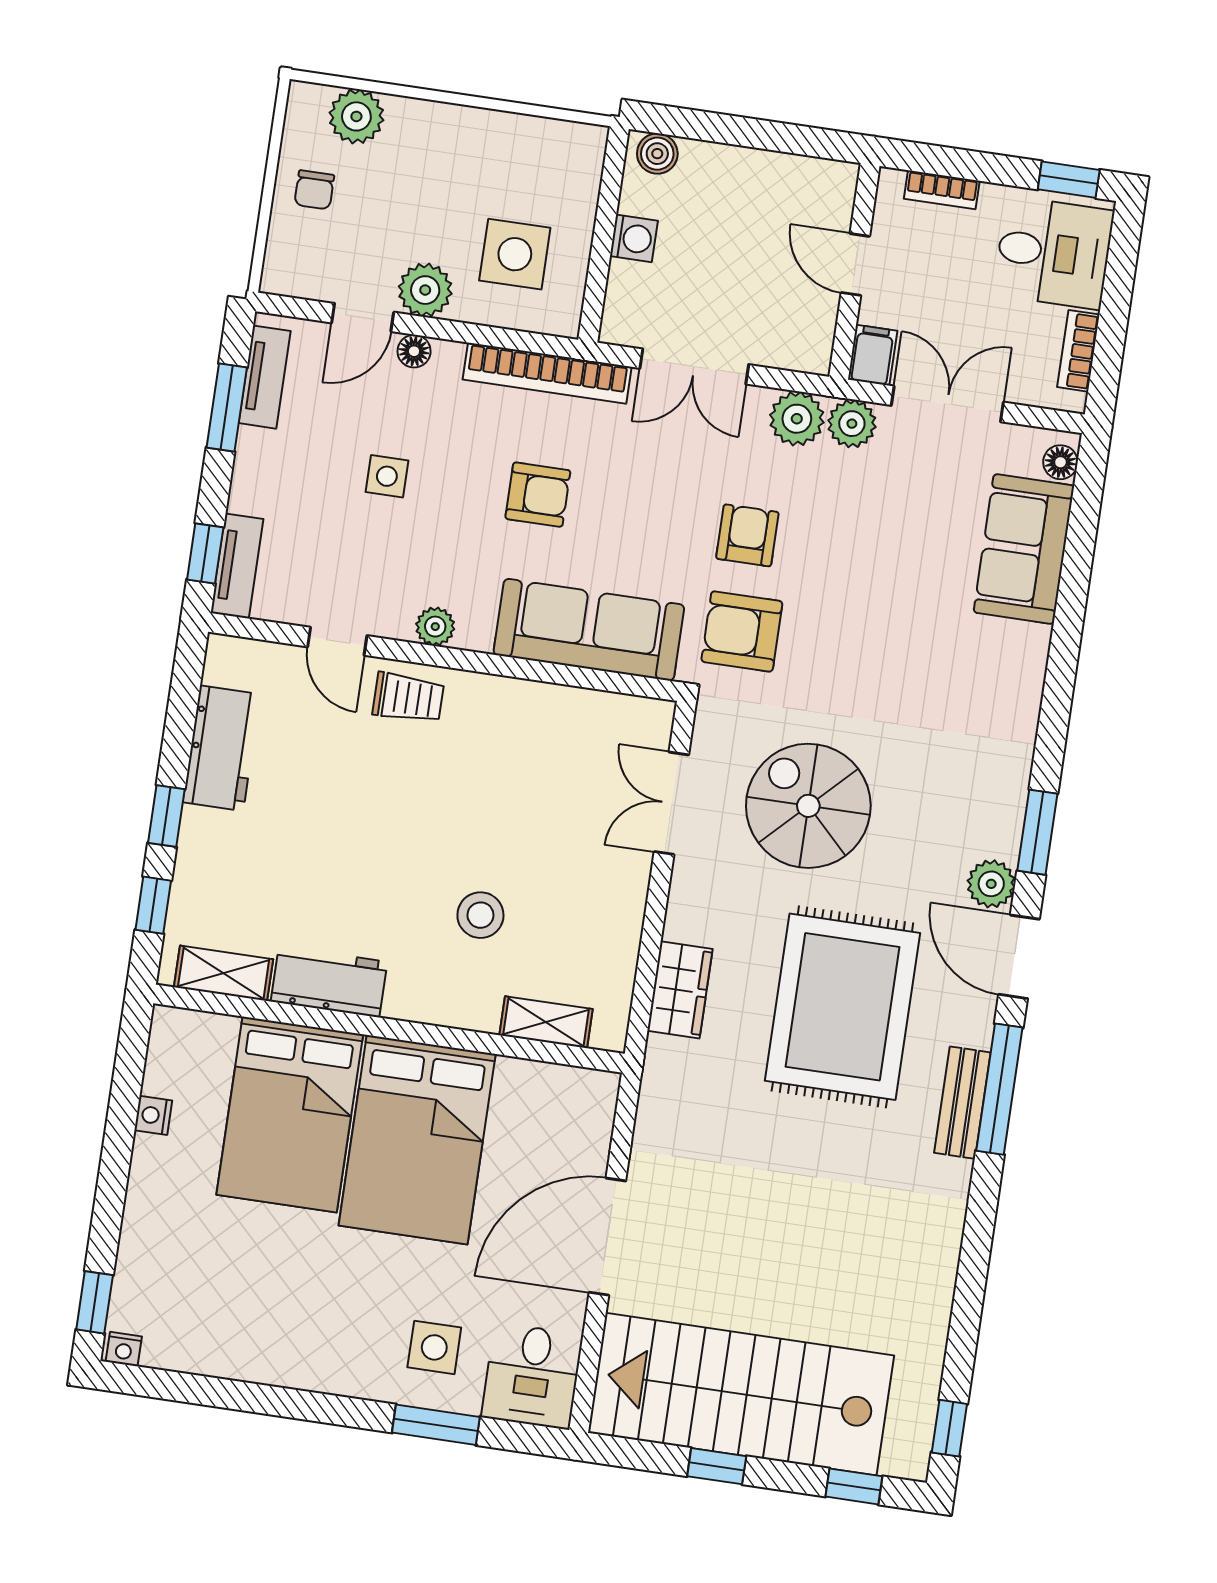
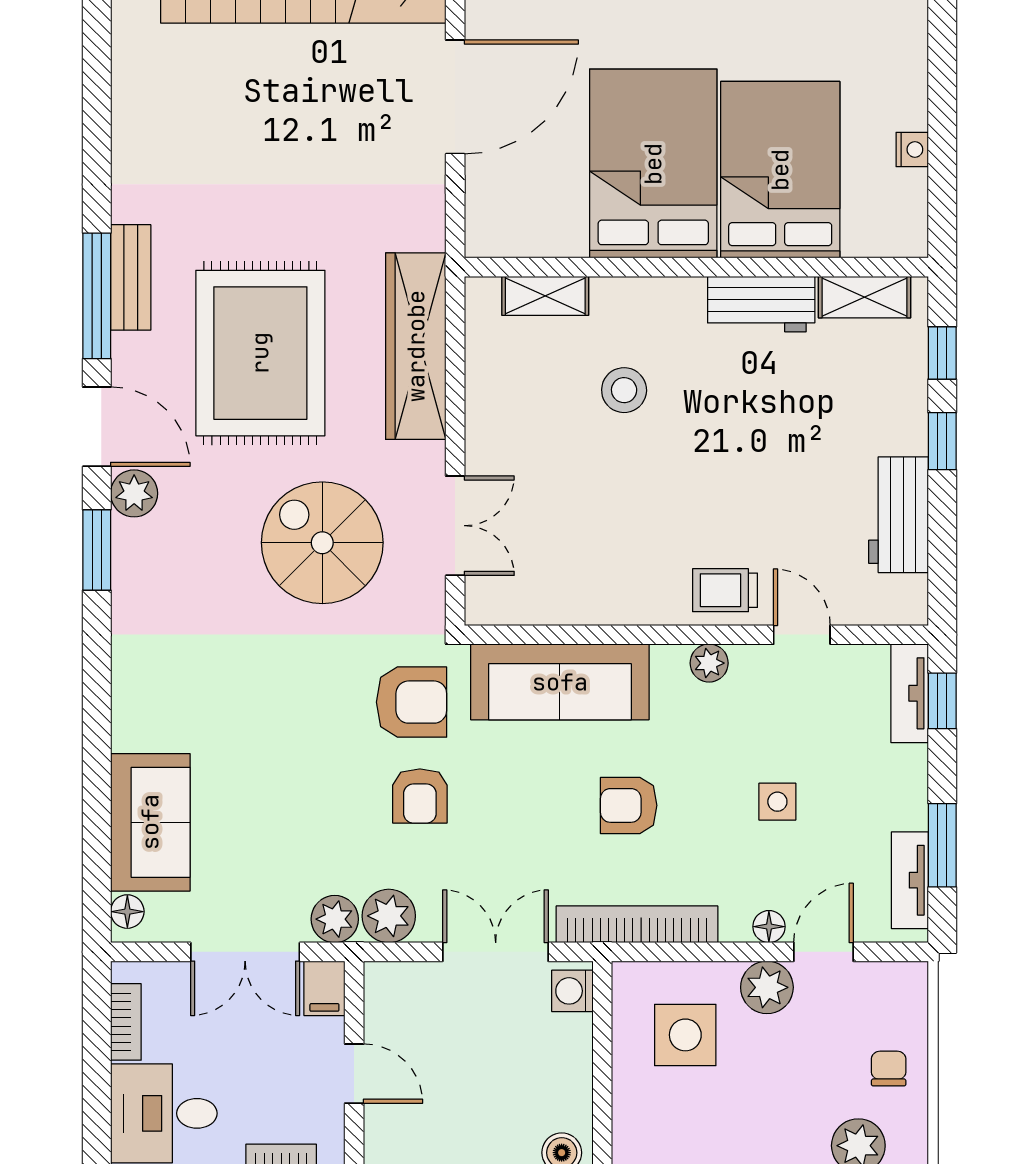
washing machine: (634, 238) -> (572, 991), moved
spiral stairs: (808, 806) -> (322, 543), turned 180
wardrobe: (680, 990) -> (416, 346), width x2.10, depth x1.17

